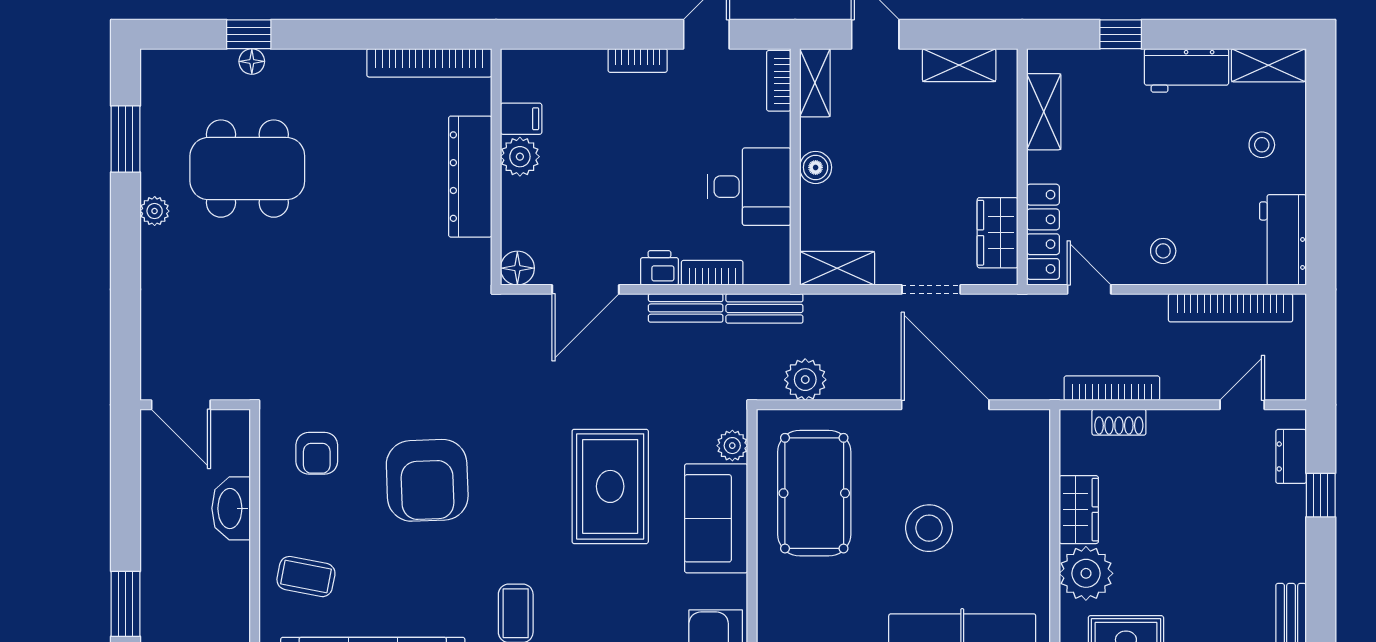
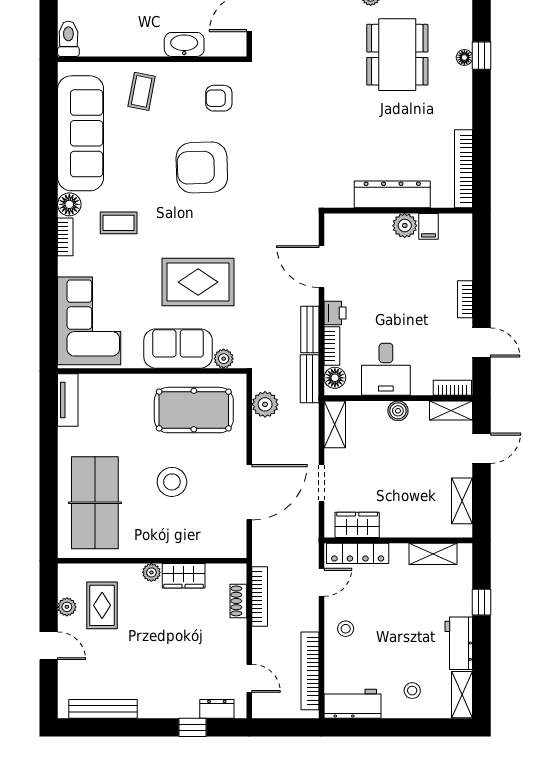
floor lamp: (517, 268) -> (335, 378), moved
plant: (1086, 573) -> (151, 572), width x0.53, depth x0.53

